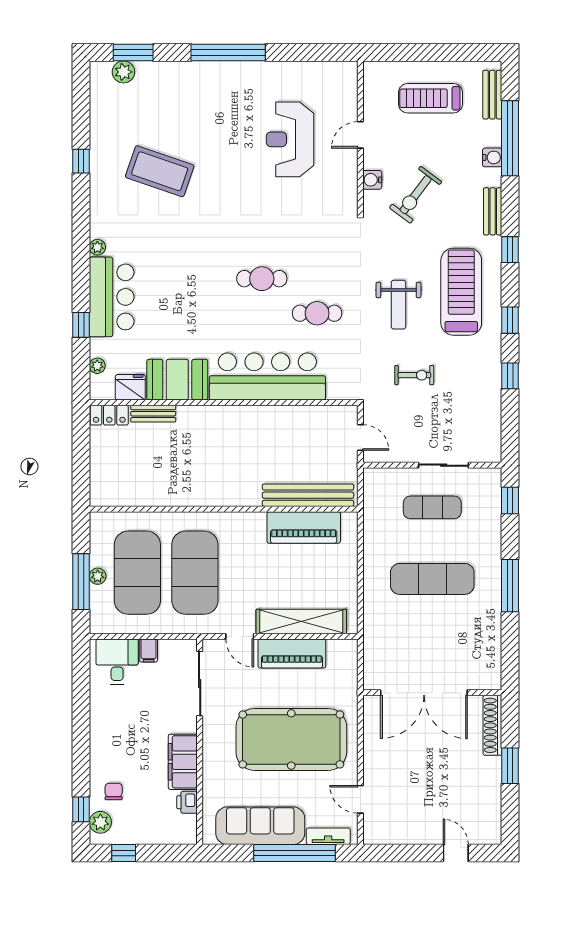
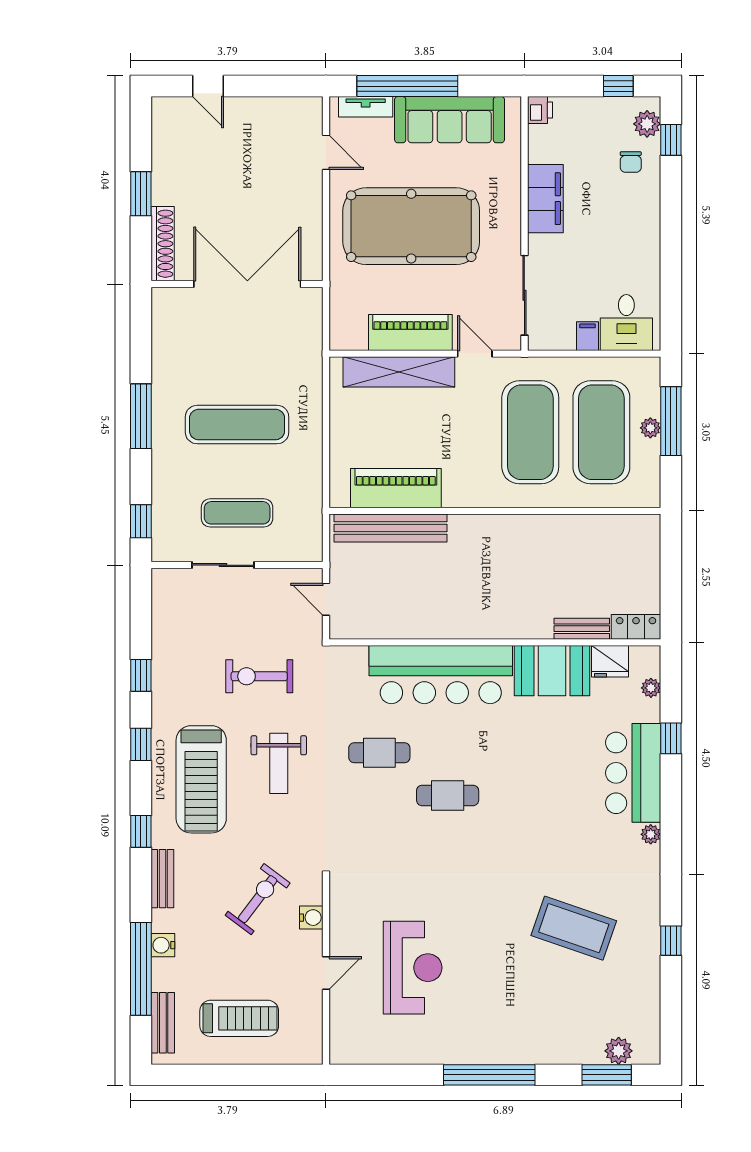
weight bench: (398, 305) -> (279, 763), turned 180
exercise bike: (414, 375) -> (259, 676), width x1.38, depth x1.39
printer: (187, 802) -> (540, 110), moved

